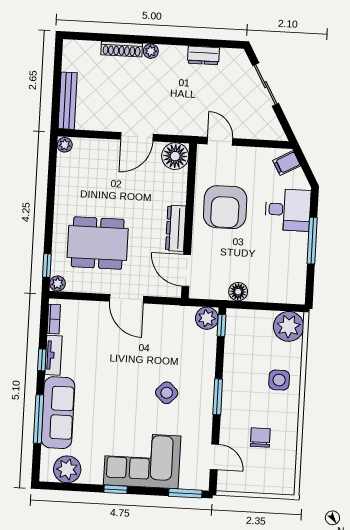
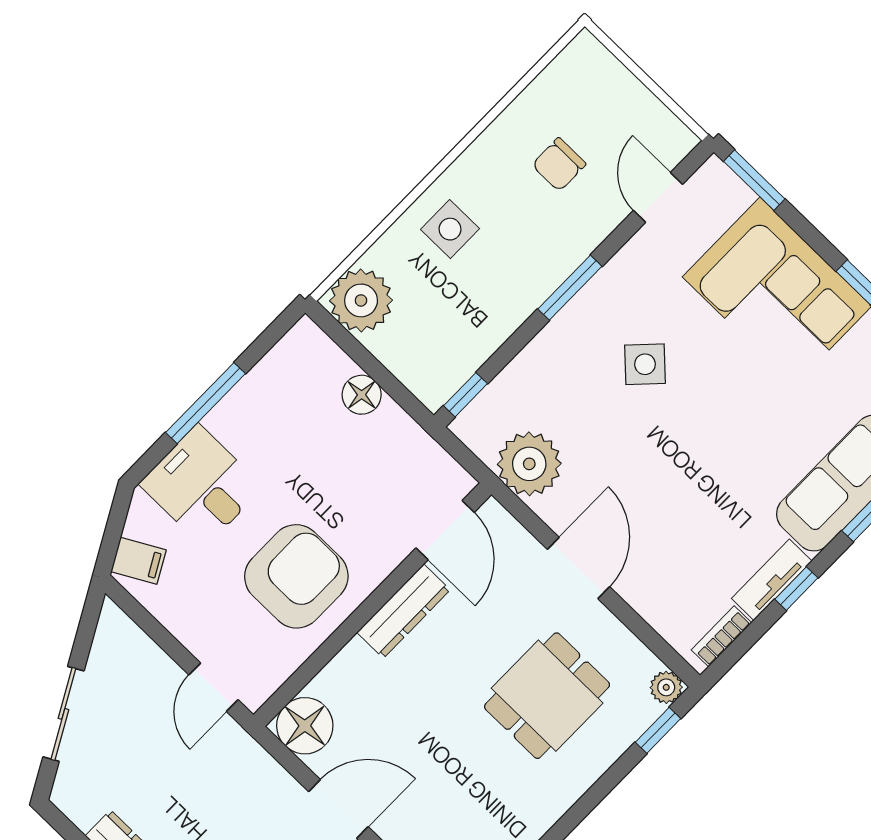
dining table: (98, 243) -> (547, 696), width x0.73
floor lamp: (238, 292) -> (362, 395), moved
plant: (207, 318) -> (529, 464), moved, width x1.36, depth x1.36

